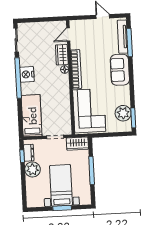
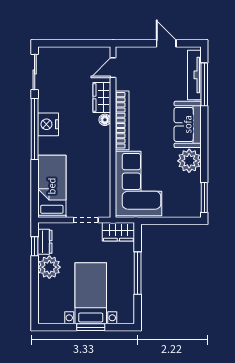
plant: (123, 113) -> (189, 161), moved

